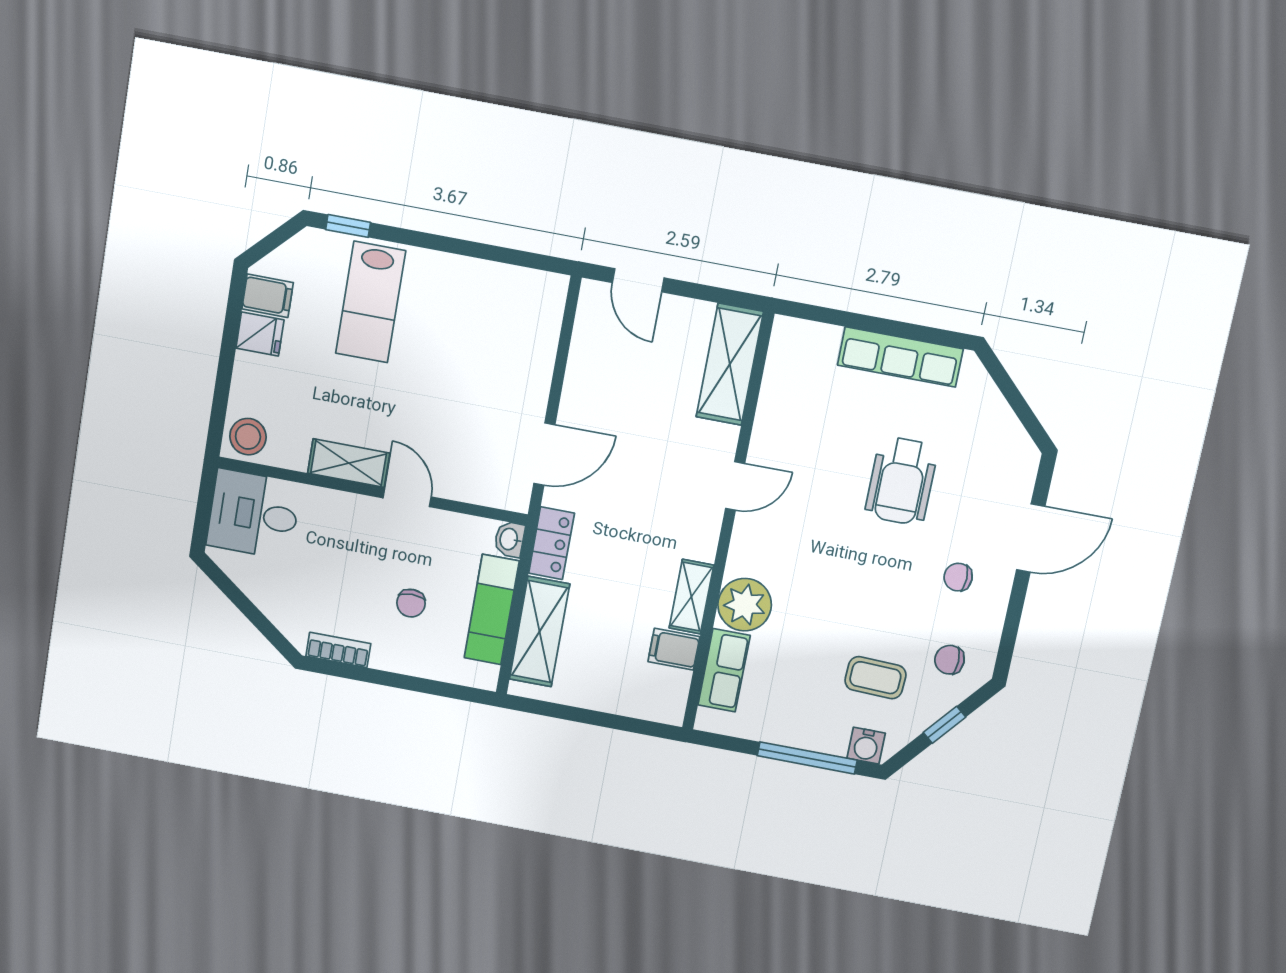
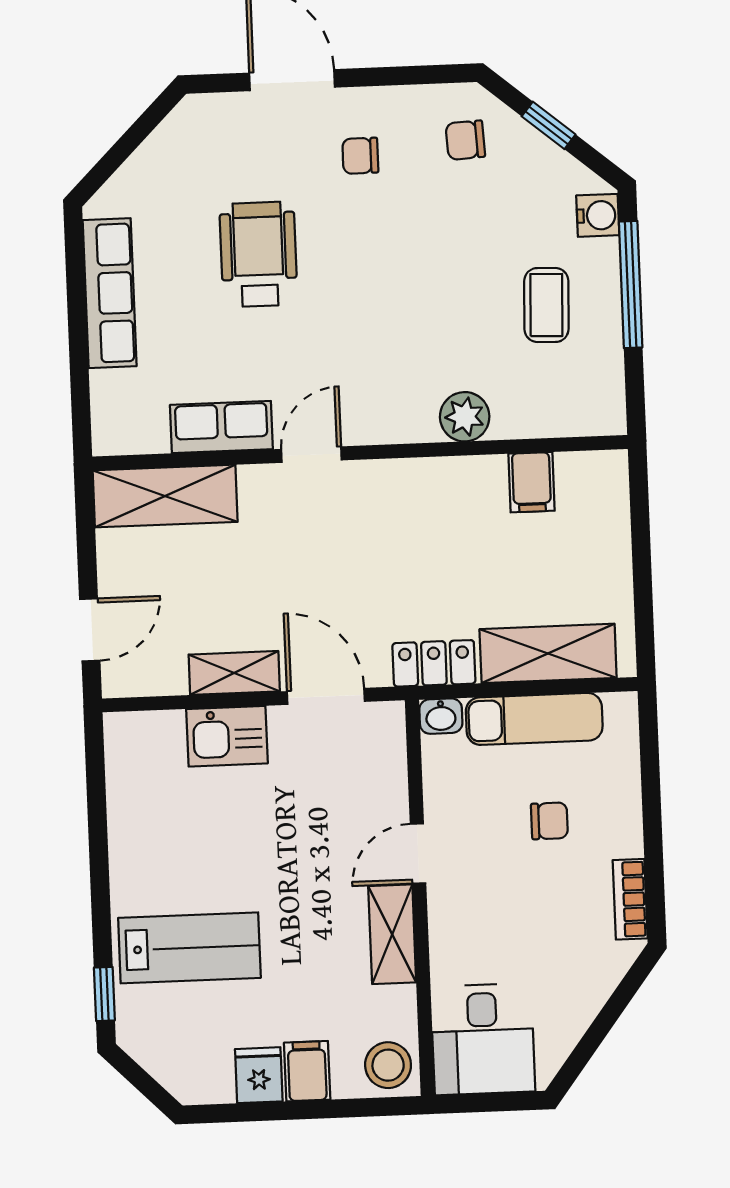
filing cabinet: (268, 296) -> (307, 1071), moved
kitchen sink: (530, 370) -> (227, 736), added
wheelchair: (901, 481) -> (258, 254), turned -90
door: (735, 486) -> (311, 455), hinge flipped
chair: (958, 577) -> (360, 156), turned 90
shelving: (691, 597) -> (234, 673), moved
plant: (745, 605) -> (465, 417), width x0.73, depth x0.73
chair: (949, 660) -> (465, 140), turned 87
row of seats: (724, 670) -> (221, 427), moved
coffee table: (875, 678) -> (546, 305), moved

